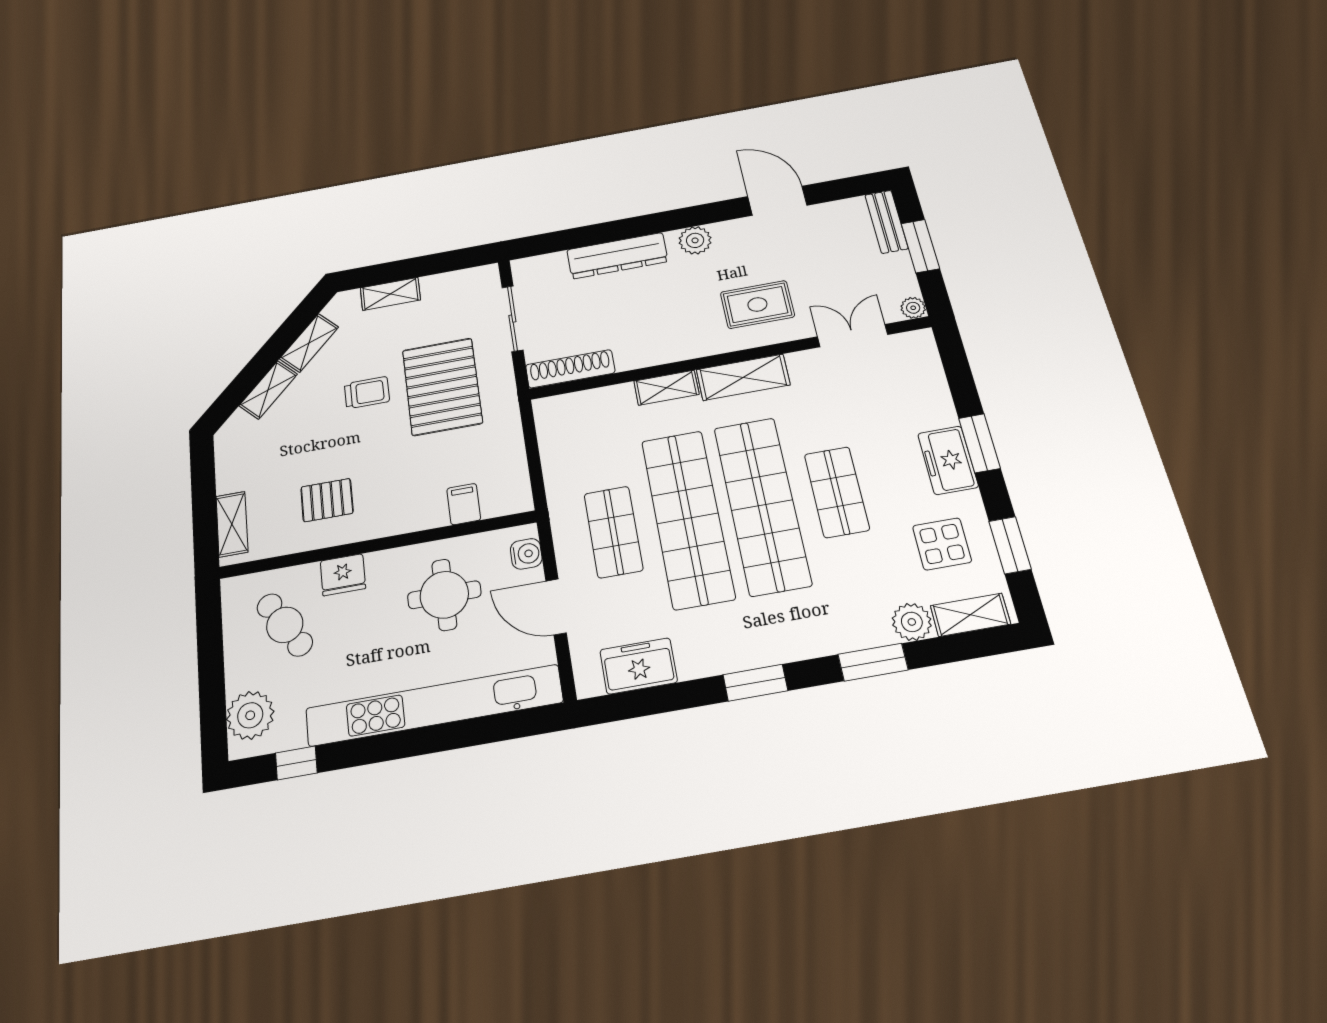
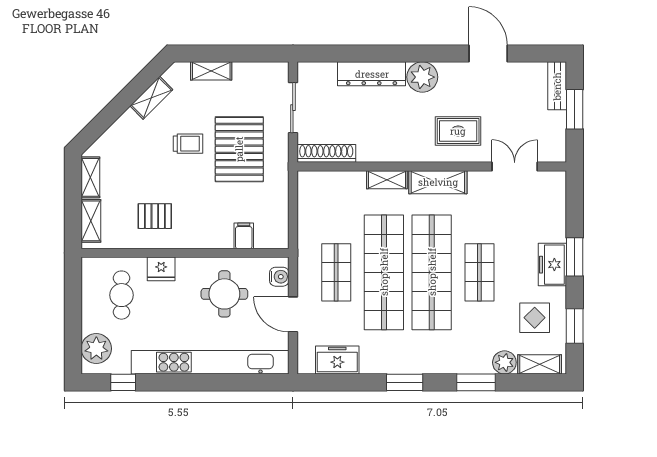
plant: (695, 240) -> (422, 77), width x1.36, depth x1.36
plant: (913, 308) -> (558, 154), removed
shelving: (268, 390) -> (90, 177), moved, turned -45
cafe table: (285, 625) -> (122, 295), turned 32

